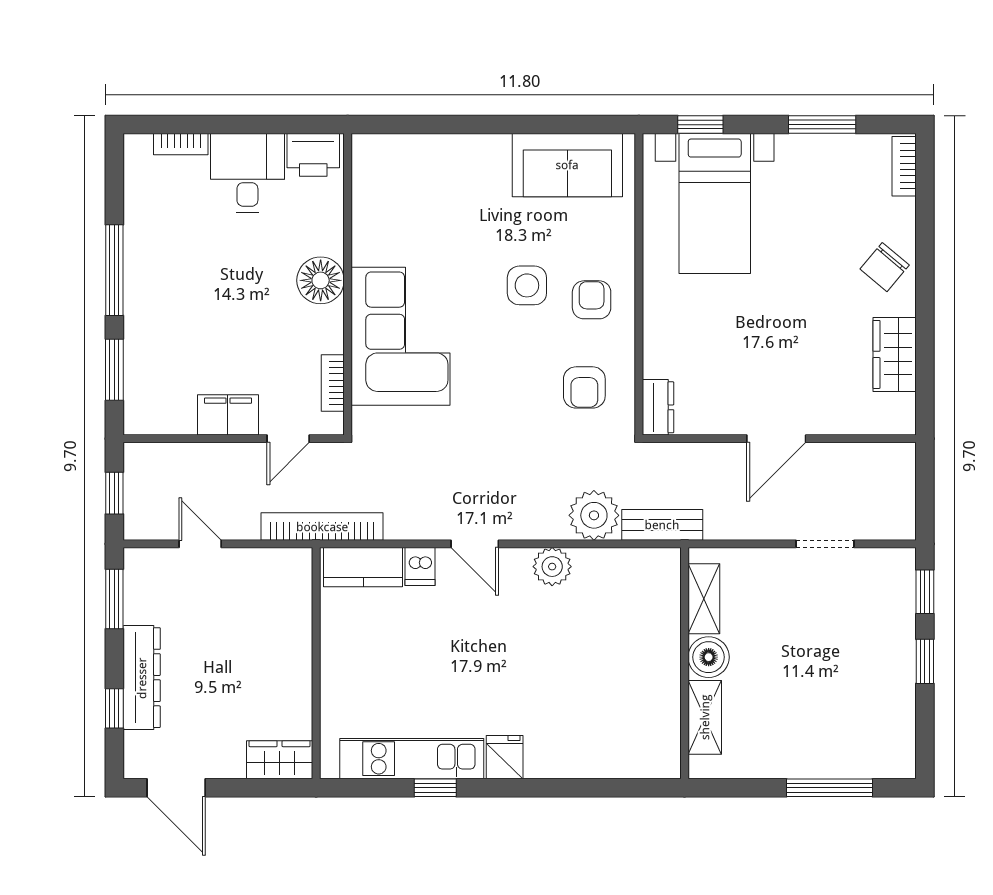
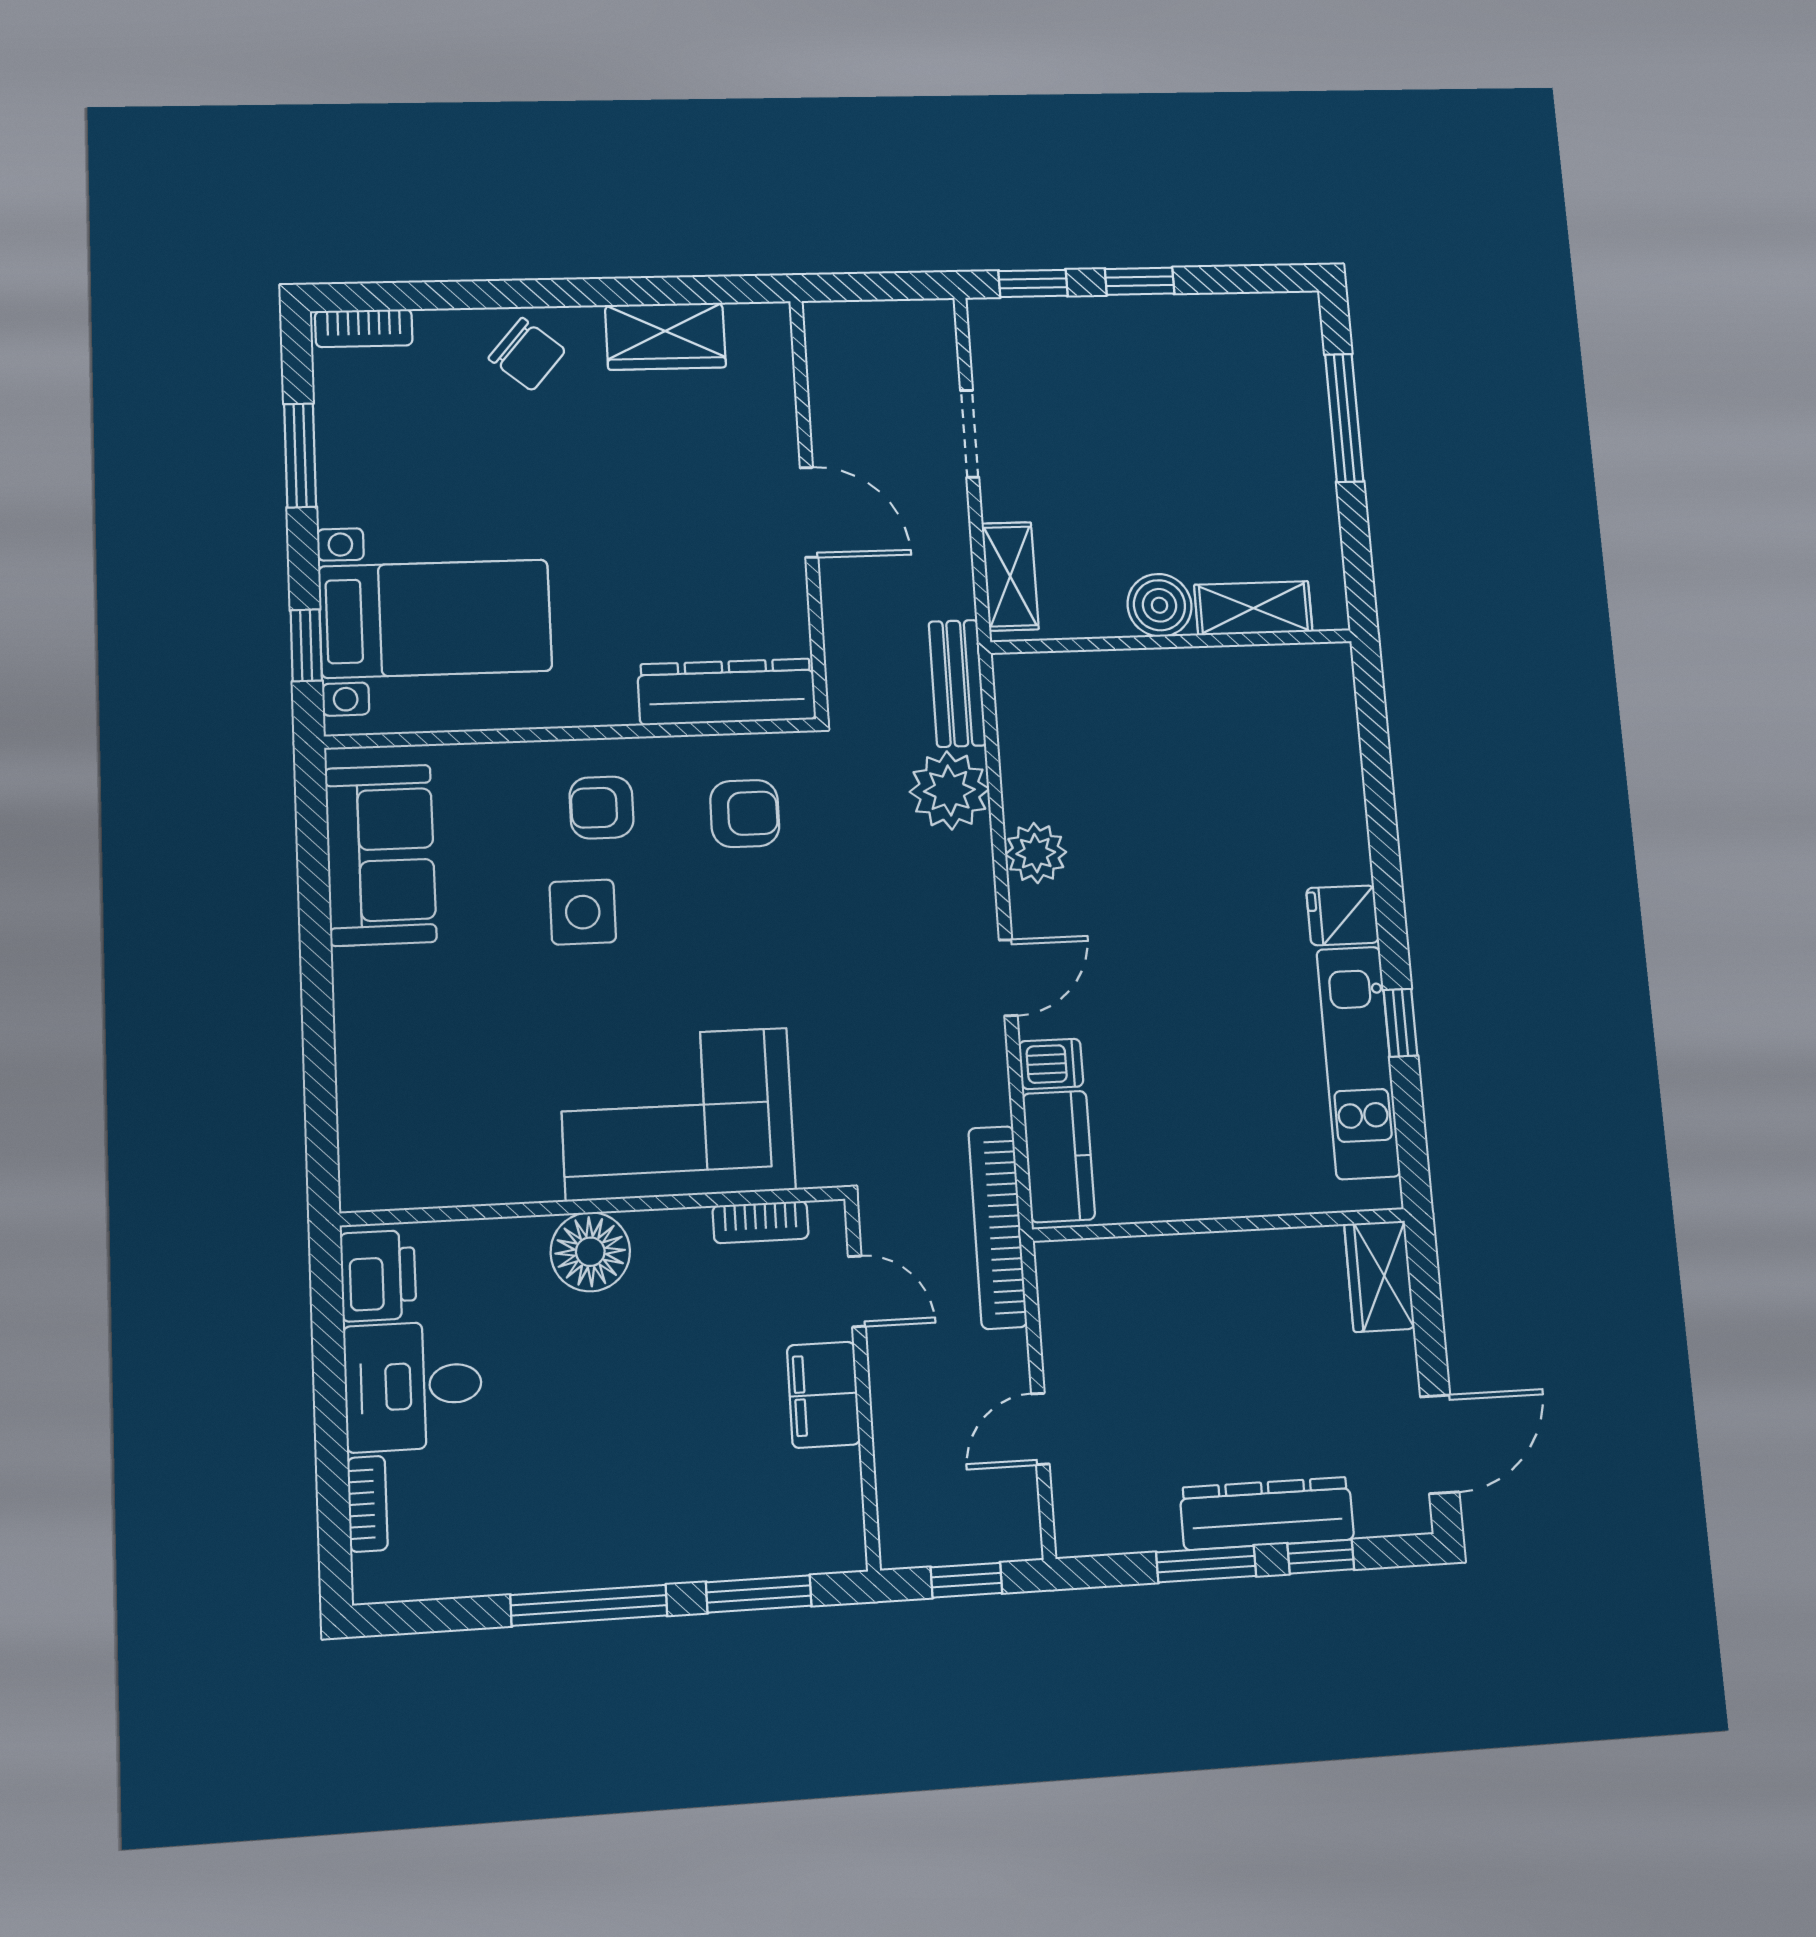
dresser: (658, 407) -> (727, 692), width x1.96, depth x1.24
window: (114, 599) -> (1206, 1564), moved
shelving: (704, 599) -> (1010, 576), moved, turned 90

